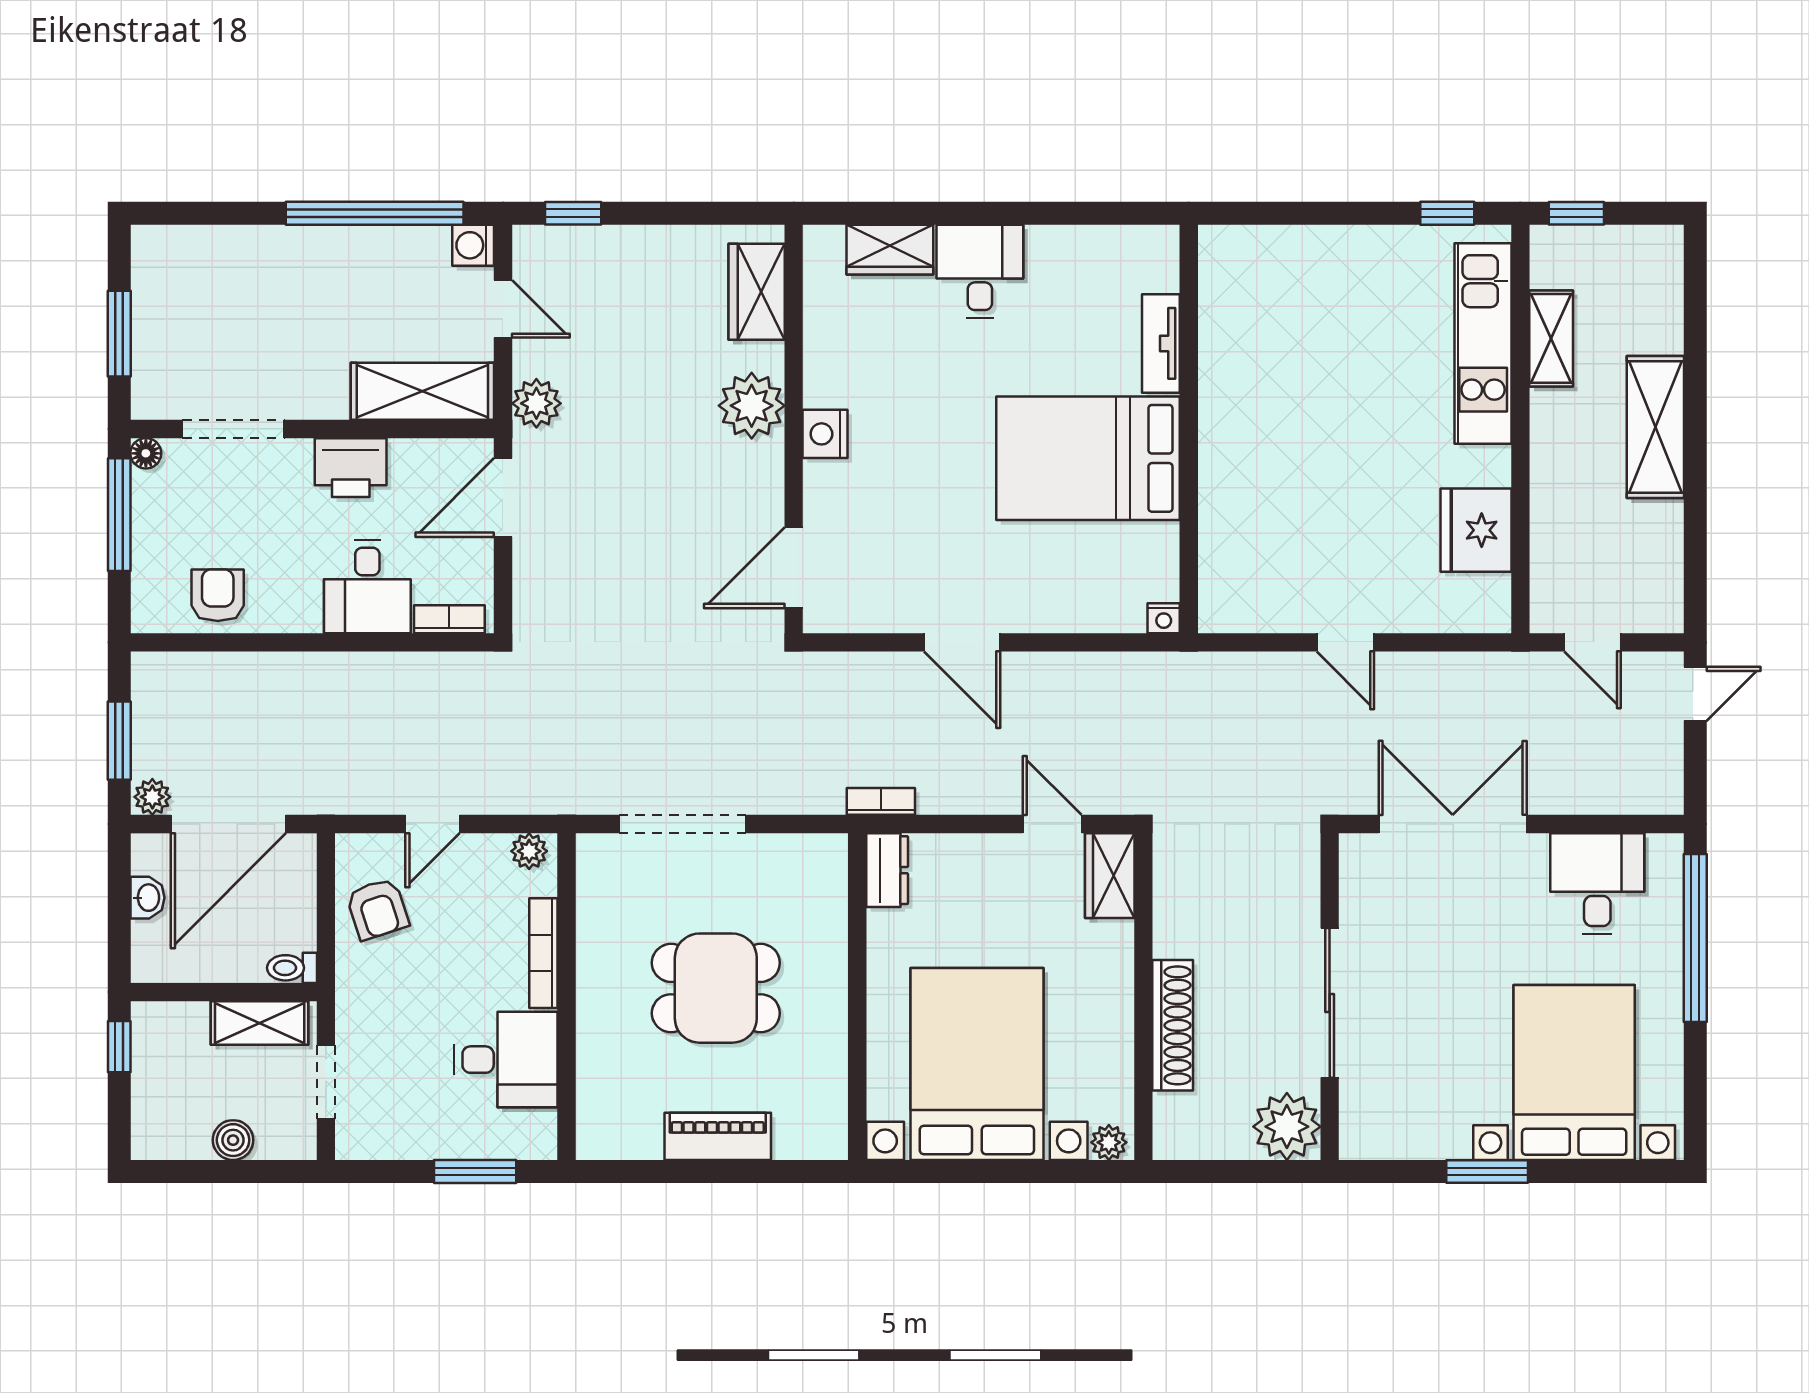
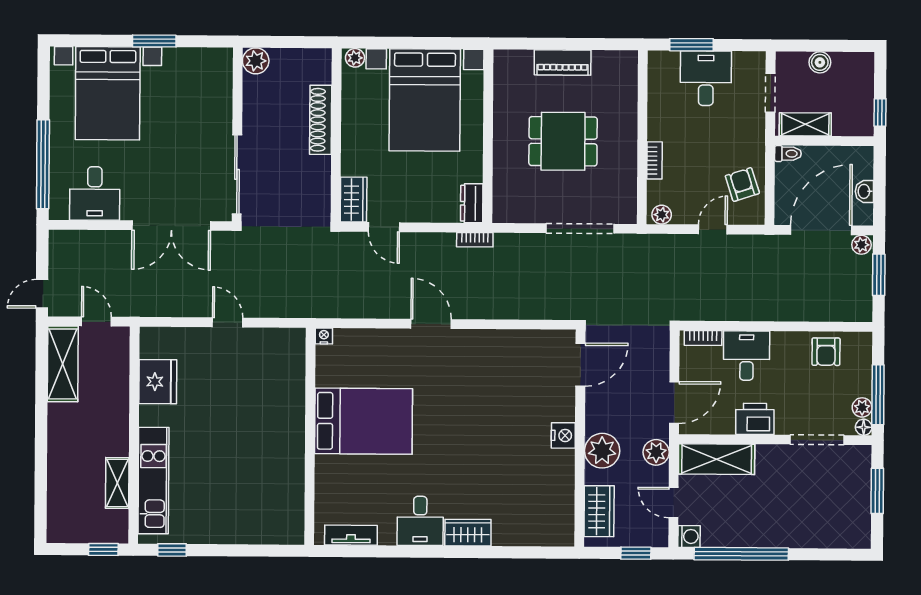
wardrobe: (757, 292) -> (599, 511), moved
tv unit: (1161, 343) -> (351, 535), moved, turned -90
plant: (752, 406) -> (602, 451), moved
shelving: (1655, 427) -> (63, 364), moved
wall: (794, 429) -> (580, 438), moved
nightstand: (825, 434) -> (563, 435), moved
plant: (149, 491) -> (862, 407), added
door: (794, 568) -> (580, 365), moved
bookcase: (543, 953) -> (654, 160), width x0.64
sliding door: (1330, 1003) -> (237, 174), moved
desk: (506, 1060) -> (706, 78), moved, turned 90
plant: (1287, 1127) -> (256, 61), width x0.73, depth x0.73

